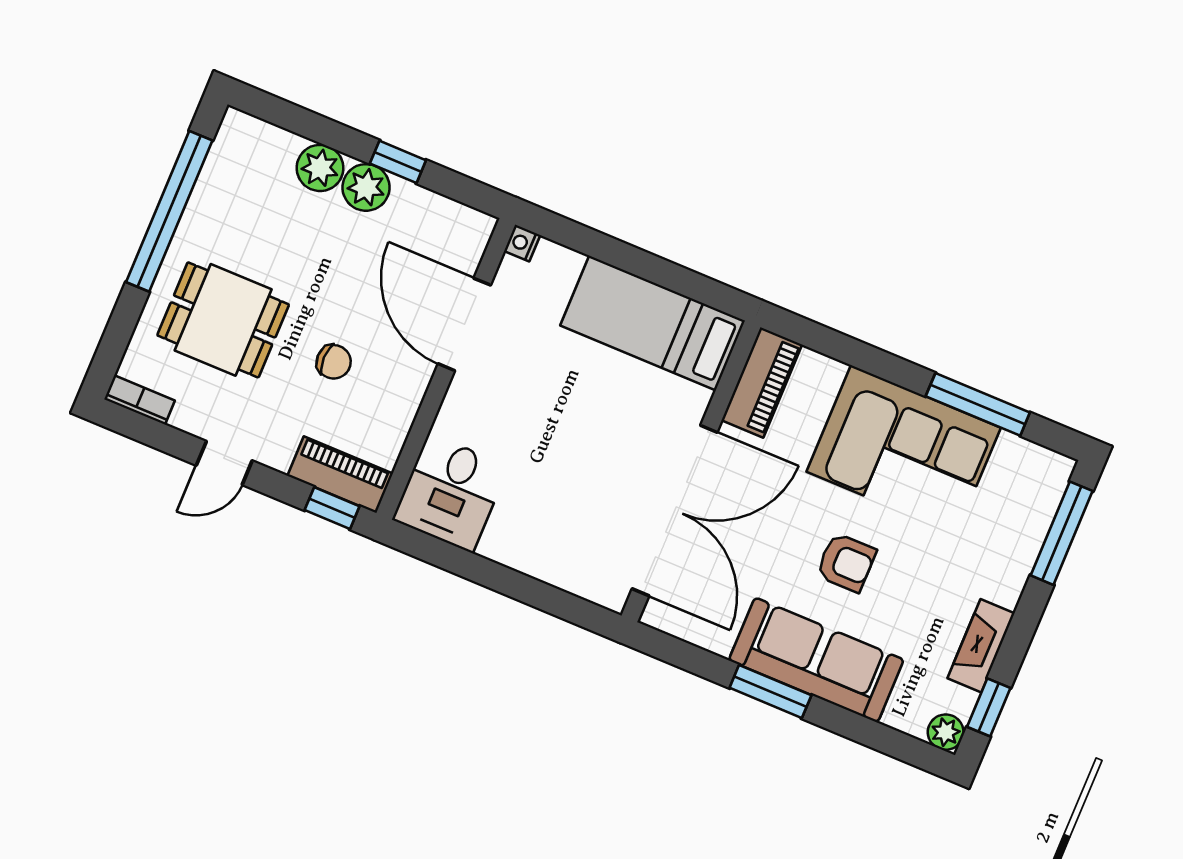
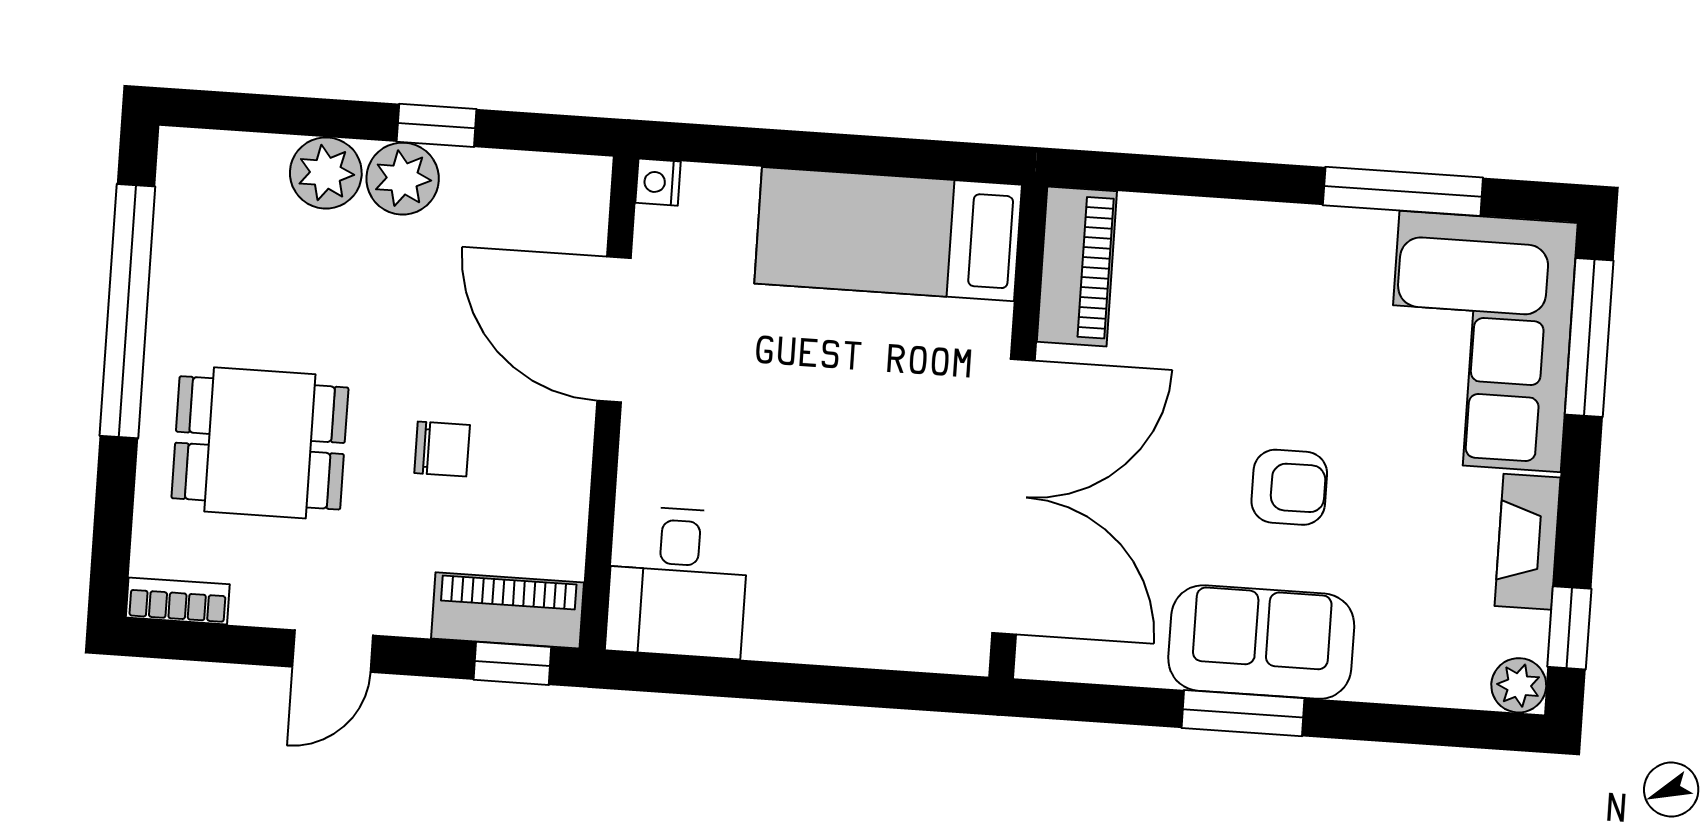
corner sofa: (904, 450) -> (1480, 341), moved, turned 90
sofa: (816, 660) -> (1261, 642), width x0.73

